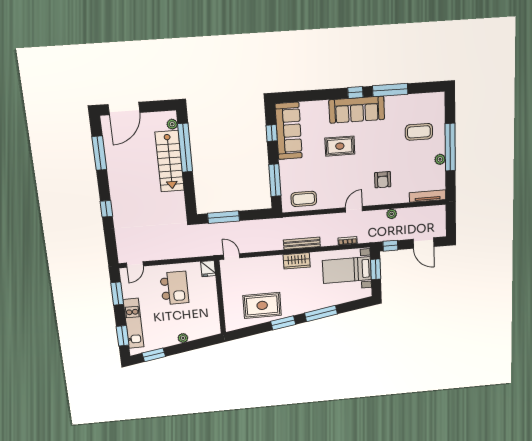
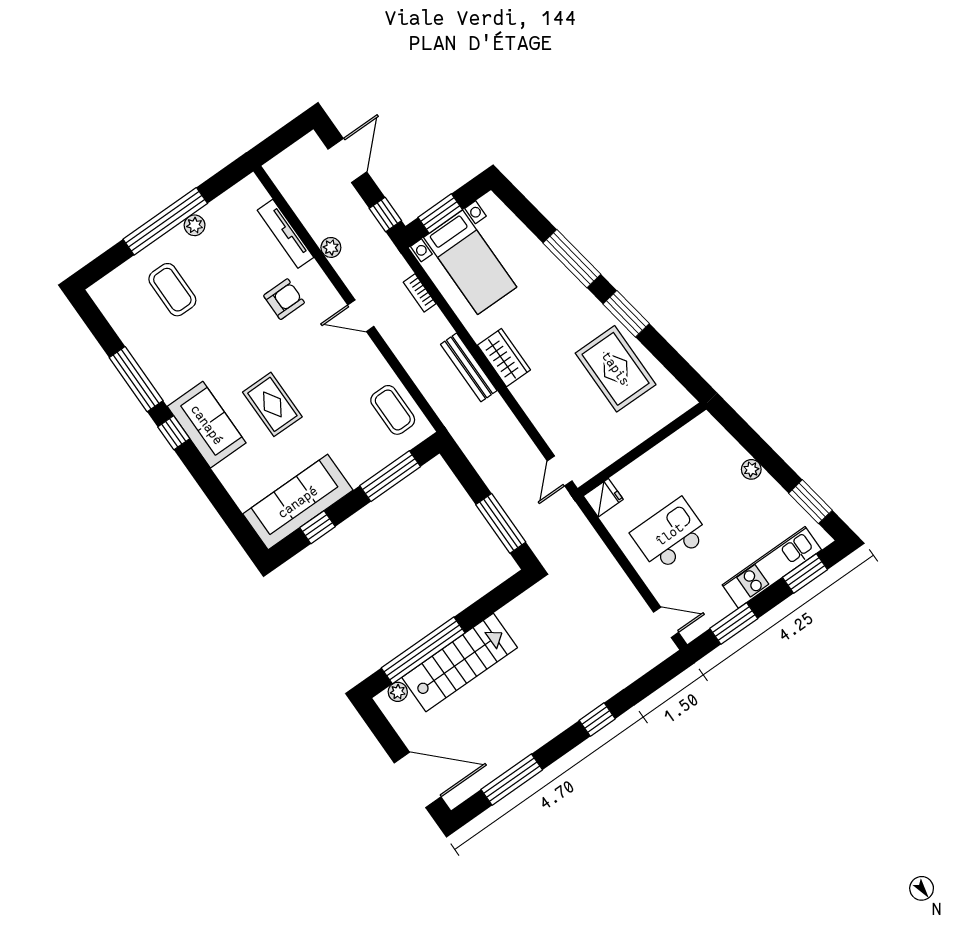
sofa: (357, 110) -> (207, 425), width x0.73
tv unit: (428, 196) -> (285, 234), moved

